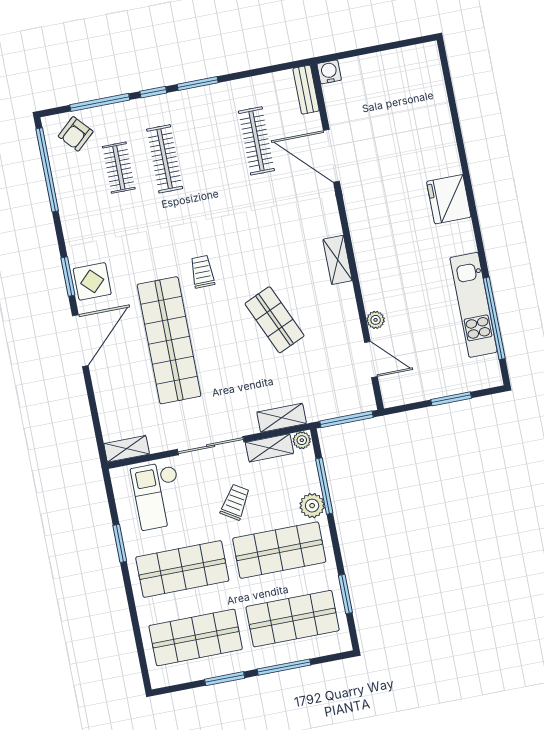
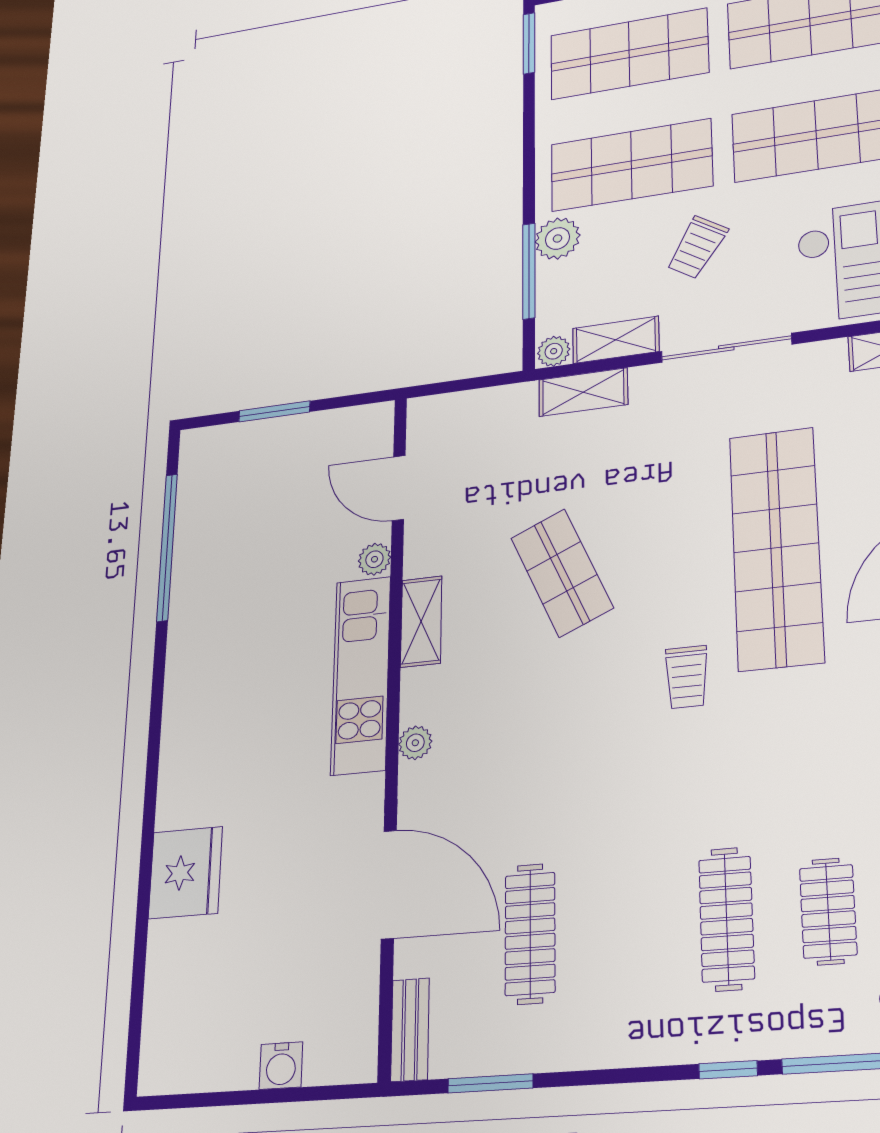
water cooler: (329, 72) -> (281, 1066), moved
window: (198, 83) -> (490, 1083), moved
fridge: (449, 199) -> (185, 873), moved
plant: (333, 226) -> (415, 743), added
shelving: (338, 260) -> (421, 622), moved
kitchen unit: (474, 305) -> (361, 675), moved, turned 180
window: (346, 419) -> (465, 385), removed
window: (345, 594) -> (529, 43), moved

